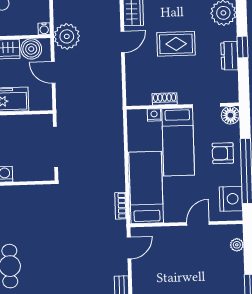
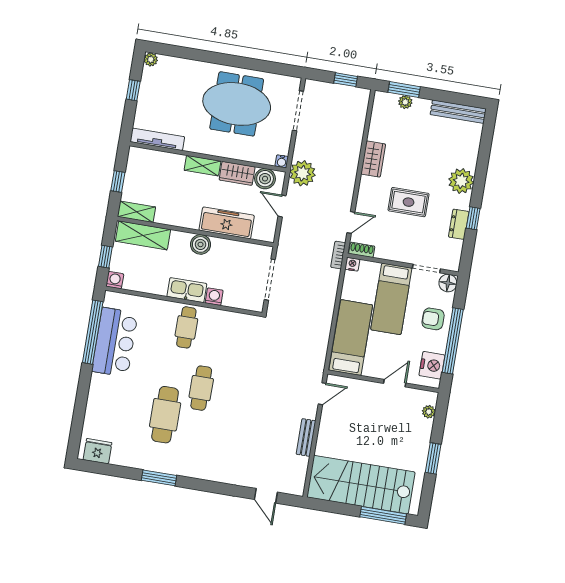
door: (123, 42) -> (351, 222), moved
shoe rack: (165, 99) -> (362, 250), moved
nightstand: (154, 115) -> (352, 264), moved
bookcase: (121, 206) -> (338, 255), moved

